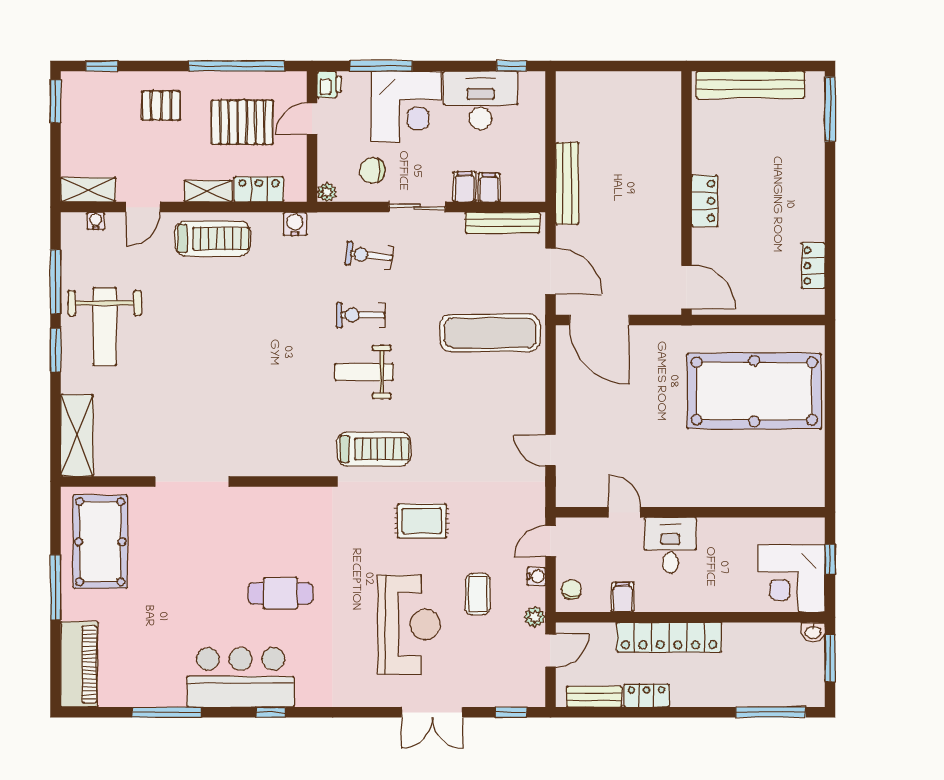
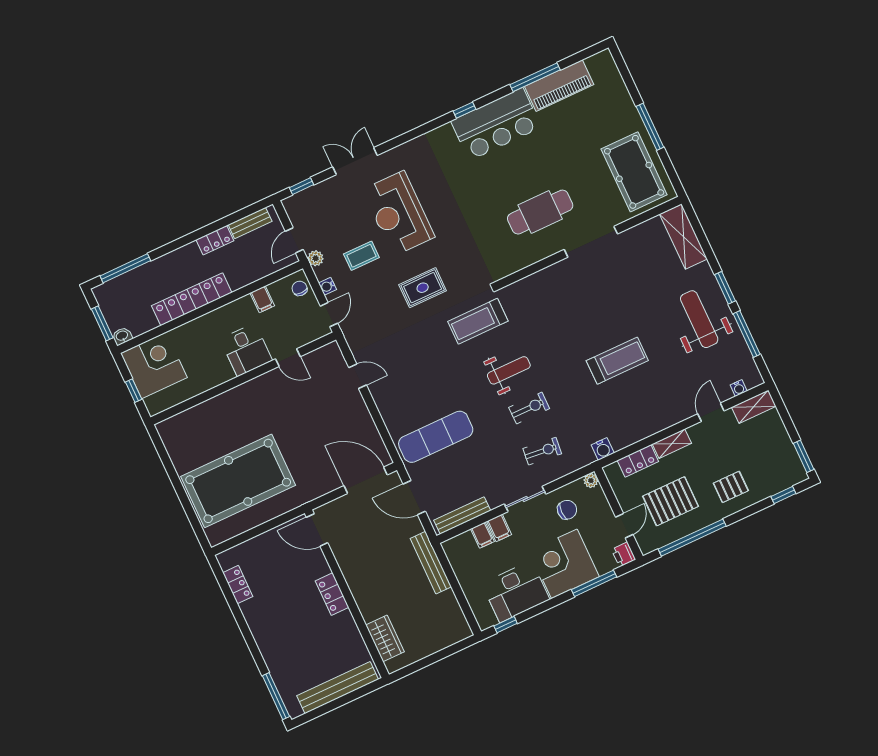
wardrobe: (665, 117) -> (385, 638), added
treadmill: (213, 239) -> (617, 361), moved, turned 180
chair: (571, 589) -> (300, 288), turned 180
cafe table: (280, 593) -> (540, 212), moved, width x1.37, depth x1.35
coffee table: (478, 594) -> (361, 256), turned 90
locker: (669, 637) -> (192, 299), moved
piano: (79, 664) -> (559, 86), moved, turned -90

